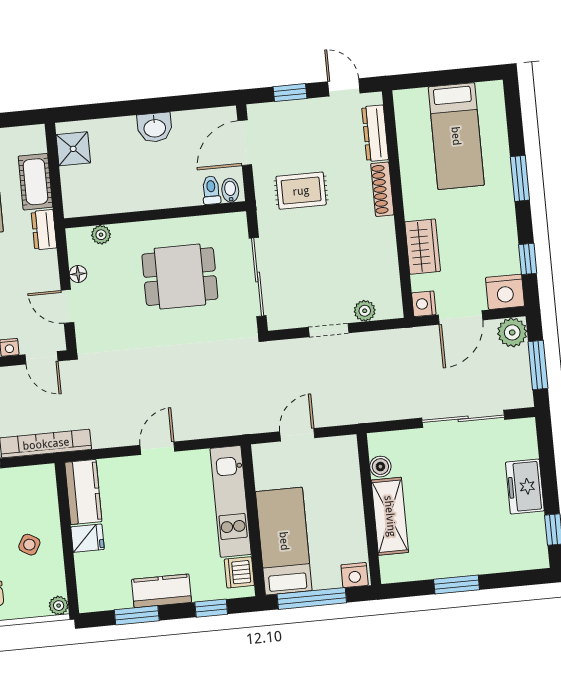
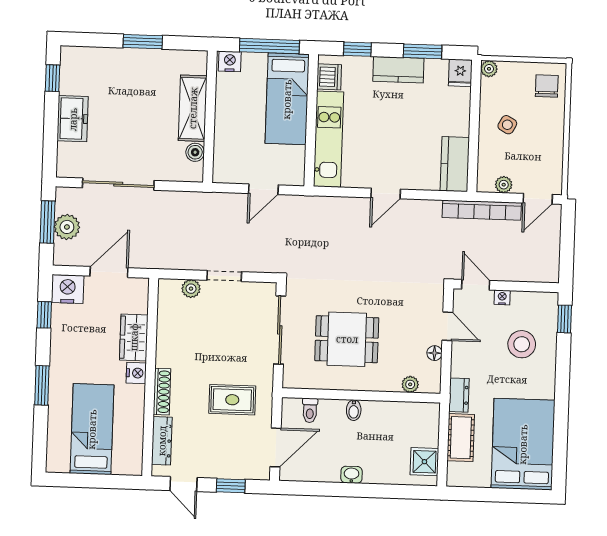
washbasin: (155, 127) -> (351, 475), width x0.72, depth x0.69
bidet: (230, 190) -> (354, 410), moved
nightstand: (424, 304) -> (136, 373), moved
plant: (512, 332) -> (67, 227), moved
plant: (25, 476) -> (504, 185), added
fridge: (88, 538) -> (460, 73), moved, turned -90

